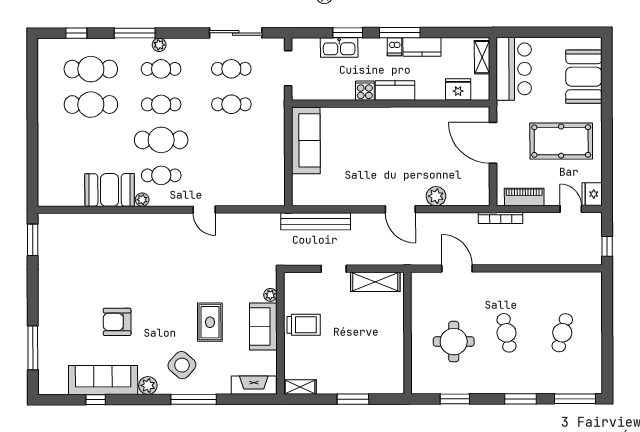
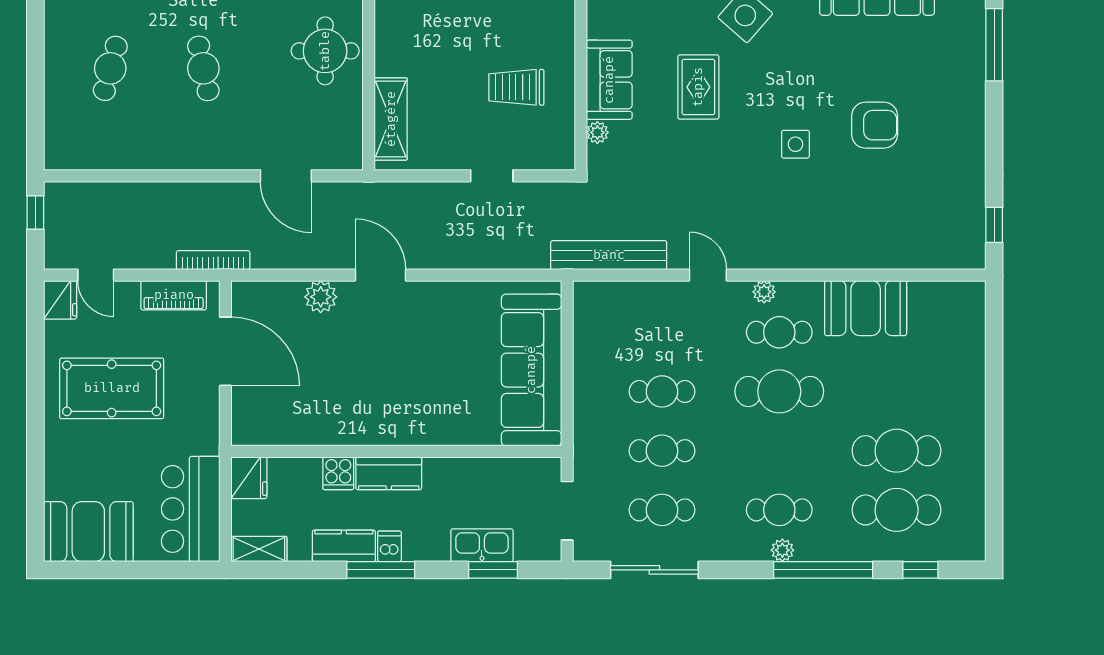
window: (135, 33) -> (823, 570), width x1.46
window: (348, 33) -> (493, 570), moved
shelving: (482, 57) -> (259, 549), moved, turned 90
booth: (584, 77) -> (88, 532), moved, turned 90
fridge: (458, 89) -> (249, 478), moved, turned -90
cooker: (365, 91) -> (338, 473), moved
cafe table: (161, 104) -> (662, 391), moved
sofa: (306, 140) -> (531, 370), width x1.36, depth x1.27
door: (493, 143) -> (225, 351), moved
plant: (142, 200) -> (764, 292), moved
bench: (316, 221) -> (609, 255), moved
window: (33, 240) -> (994, 225), width x0.67
shelving: (375, 282) -> (391, 119), moved, turned 90
side table: (152, 288) -> (795, 144), added
armchair: (117, 322) -> (875, 125), moved
trolley: (304, 325) -> (516, 87), moved
round table: (454, 342) -> (325, 51), moved

